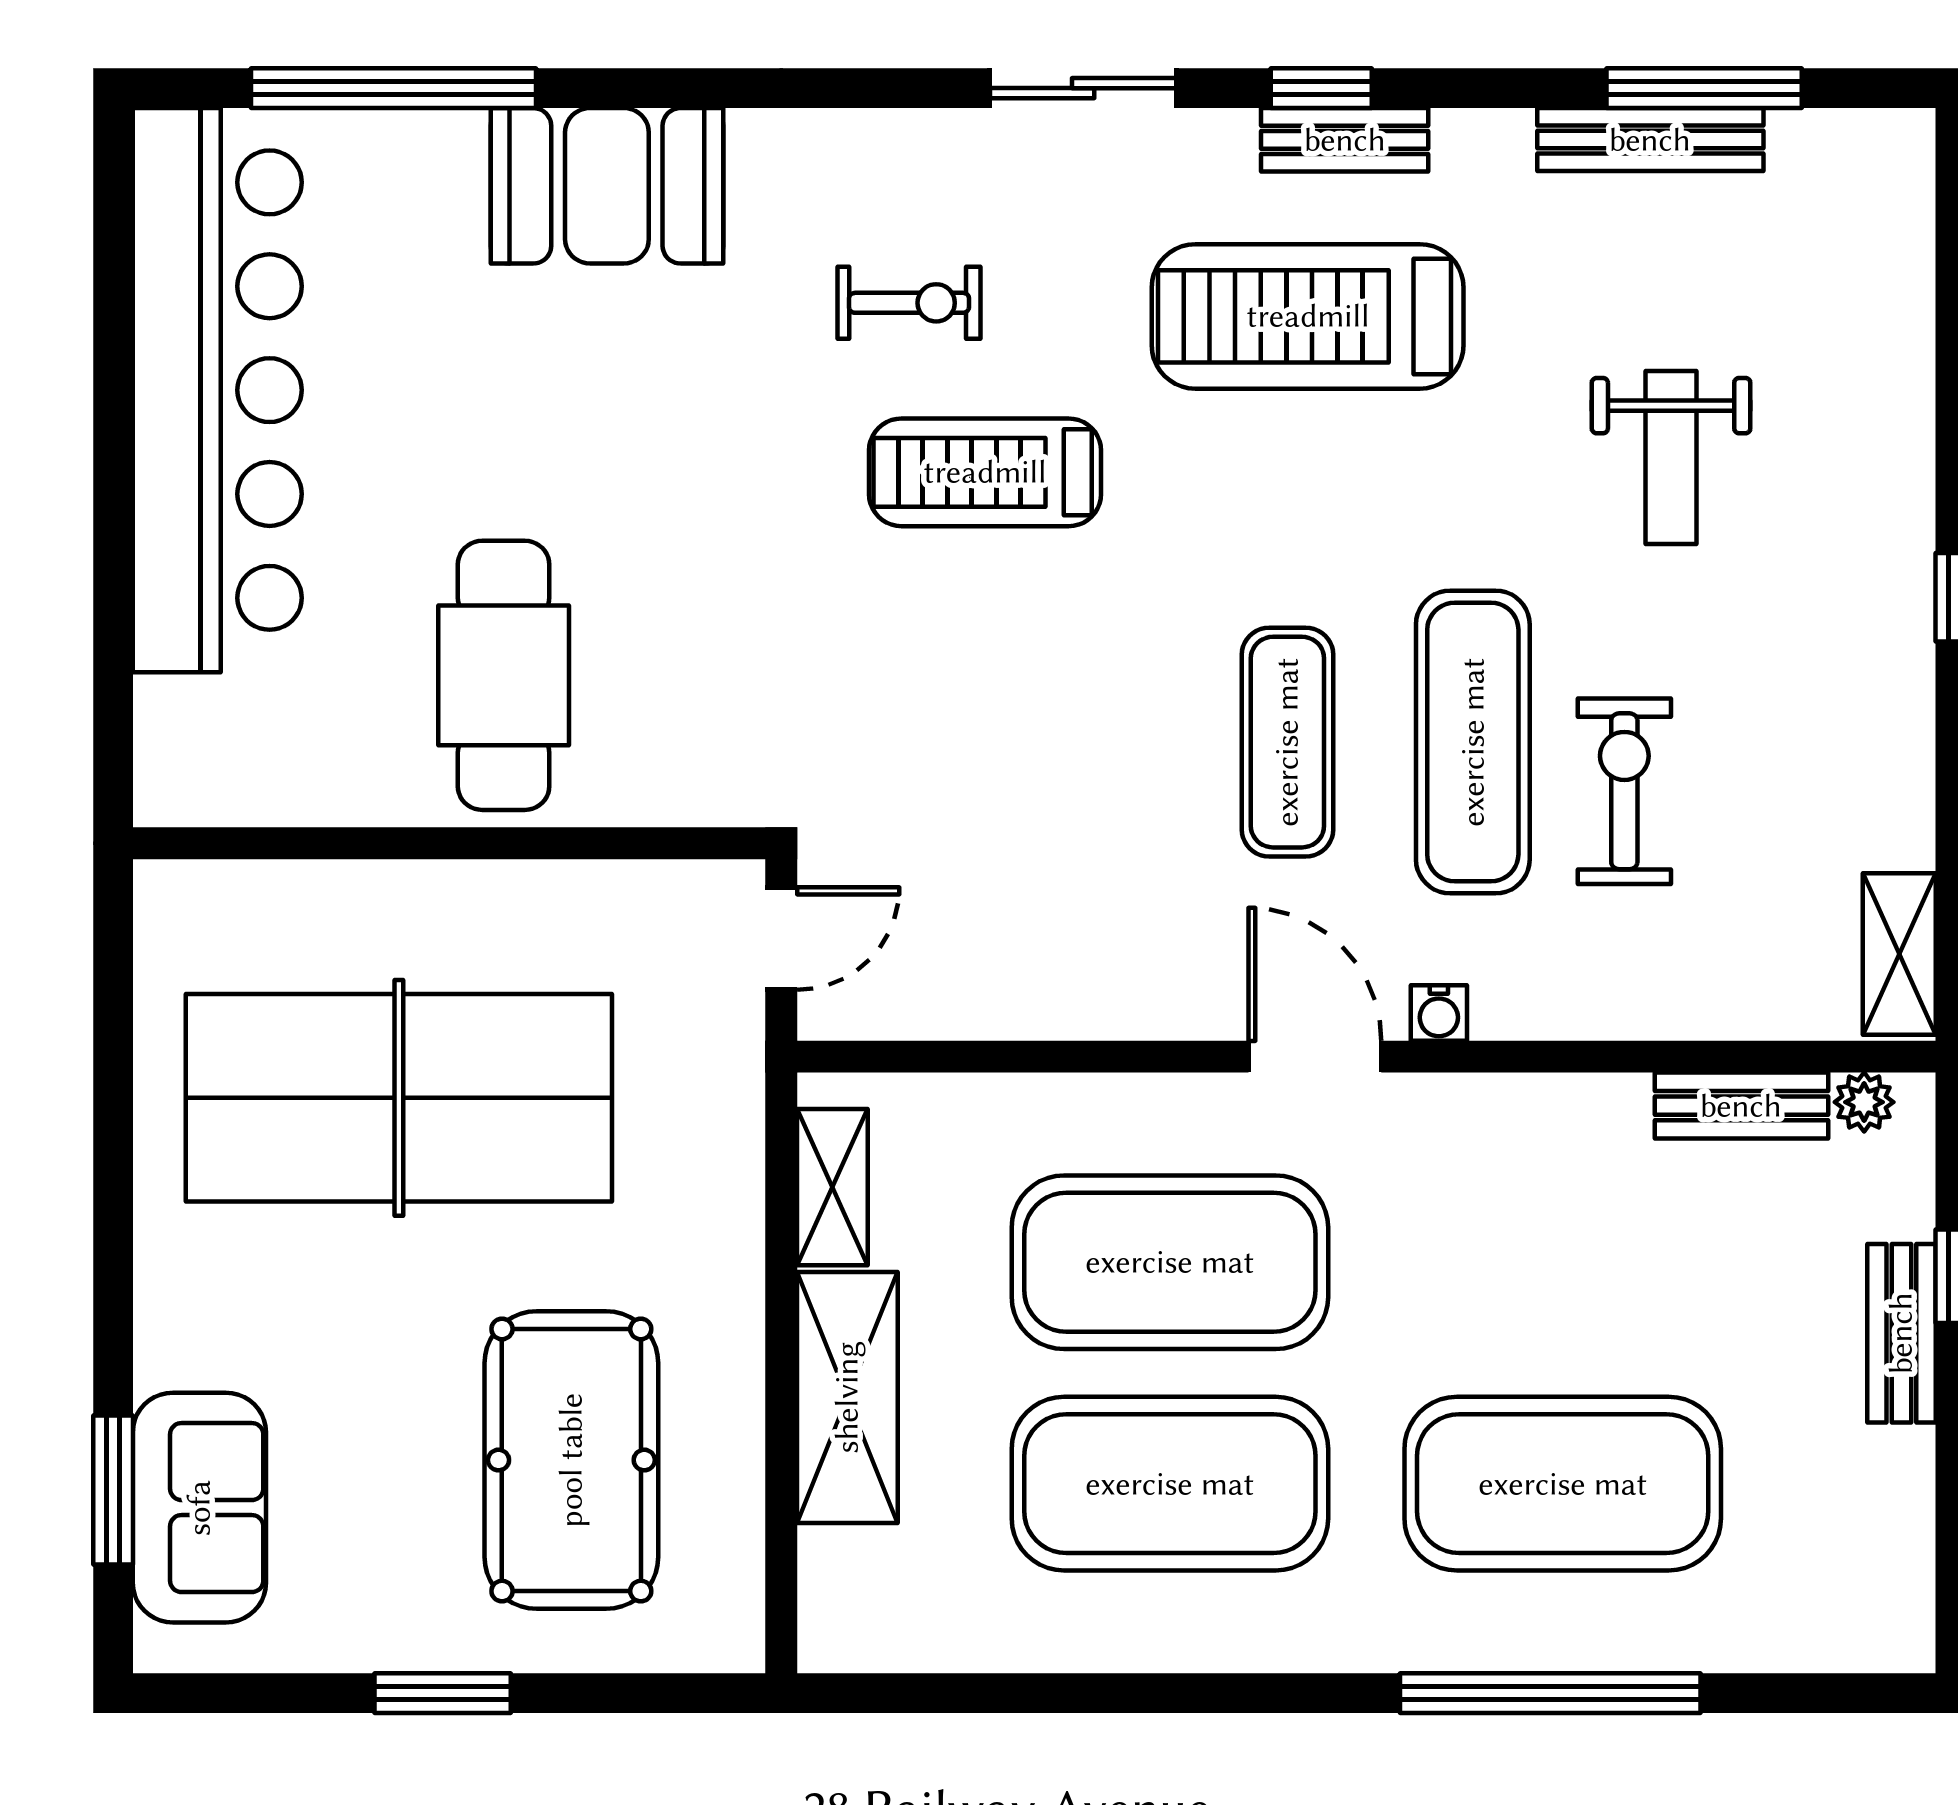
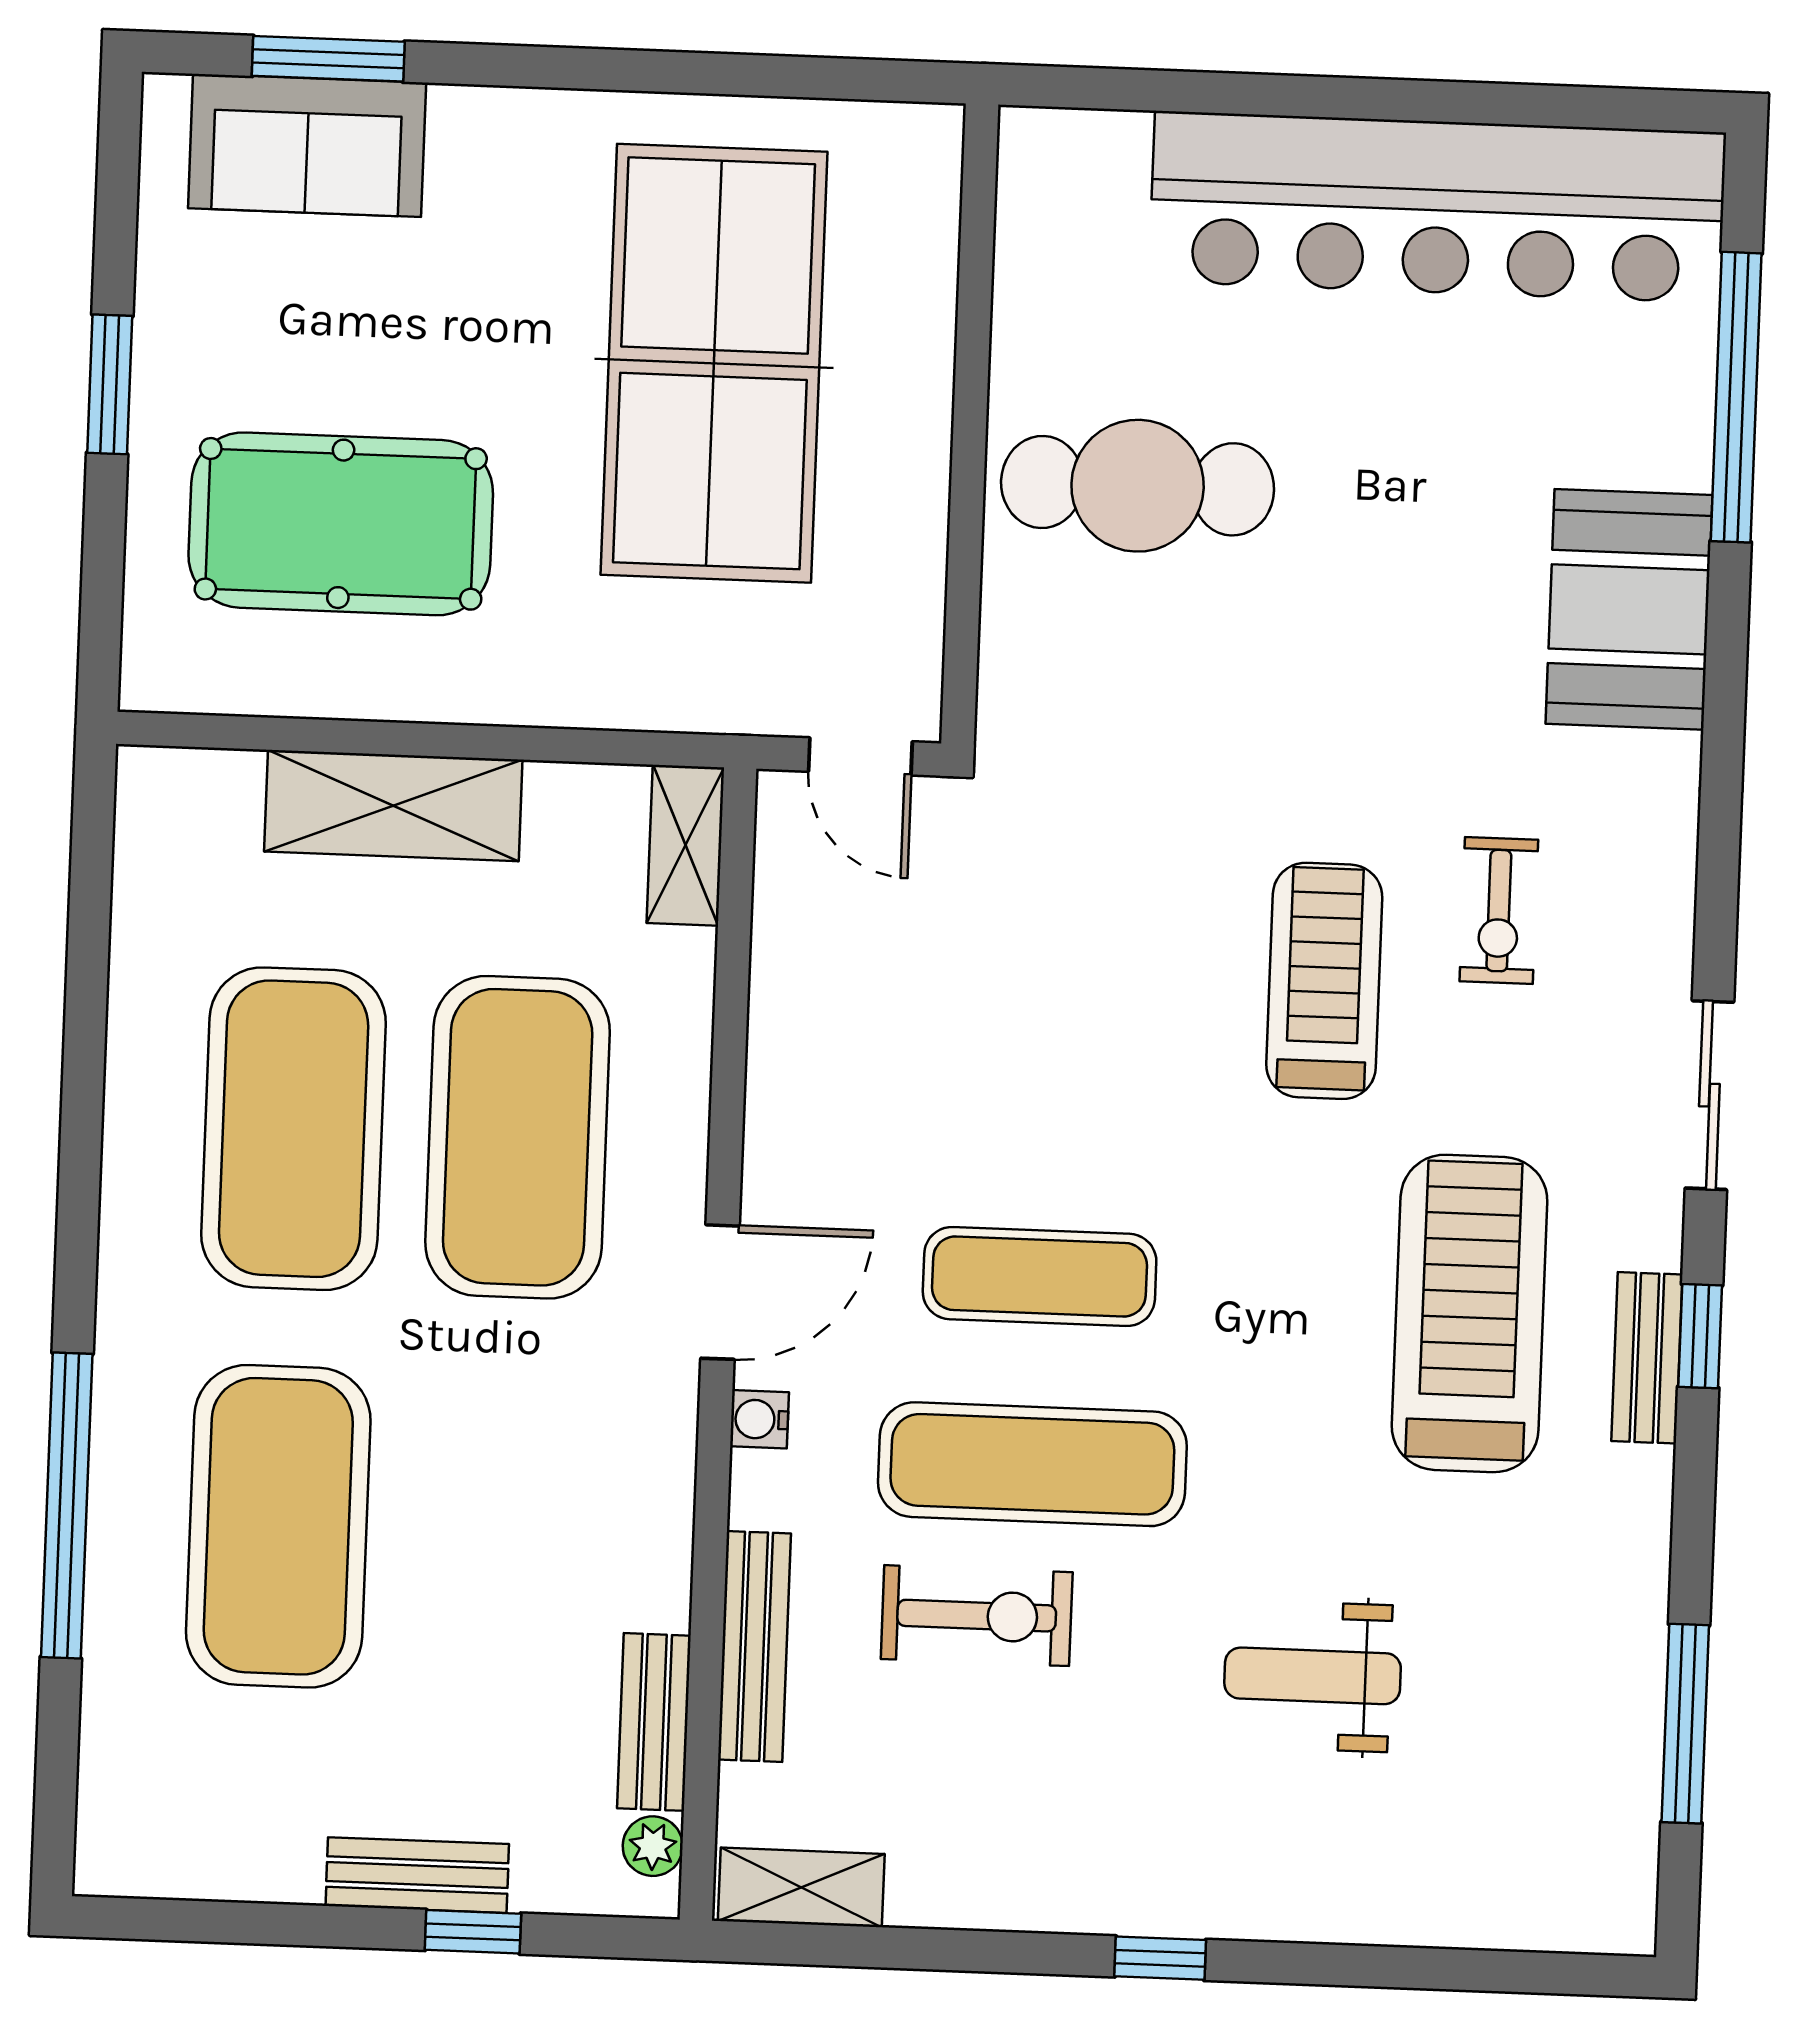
bench: (1650, 140) -> (755, 1647), moved
shelving: (832, 1187) -> (685, 845), moved, turned 90

